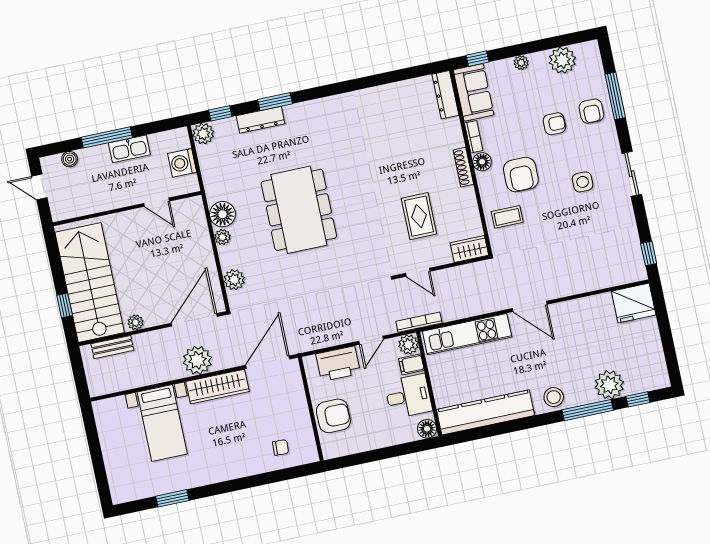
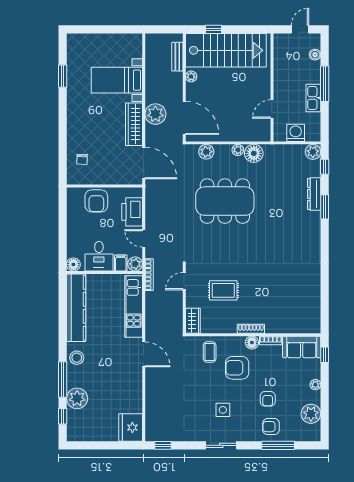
dresser: (445, 95) -> (304, 327), removed
dining table: (299, 210) -> (225, 201), moved
door: (530, 306) -> (144, 354), swing flipped

